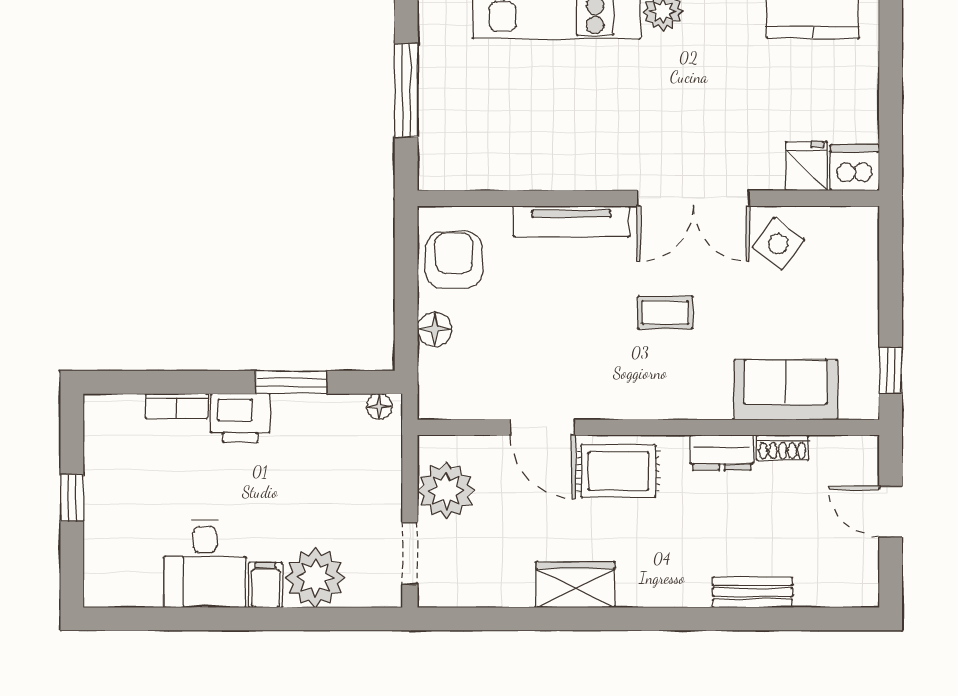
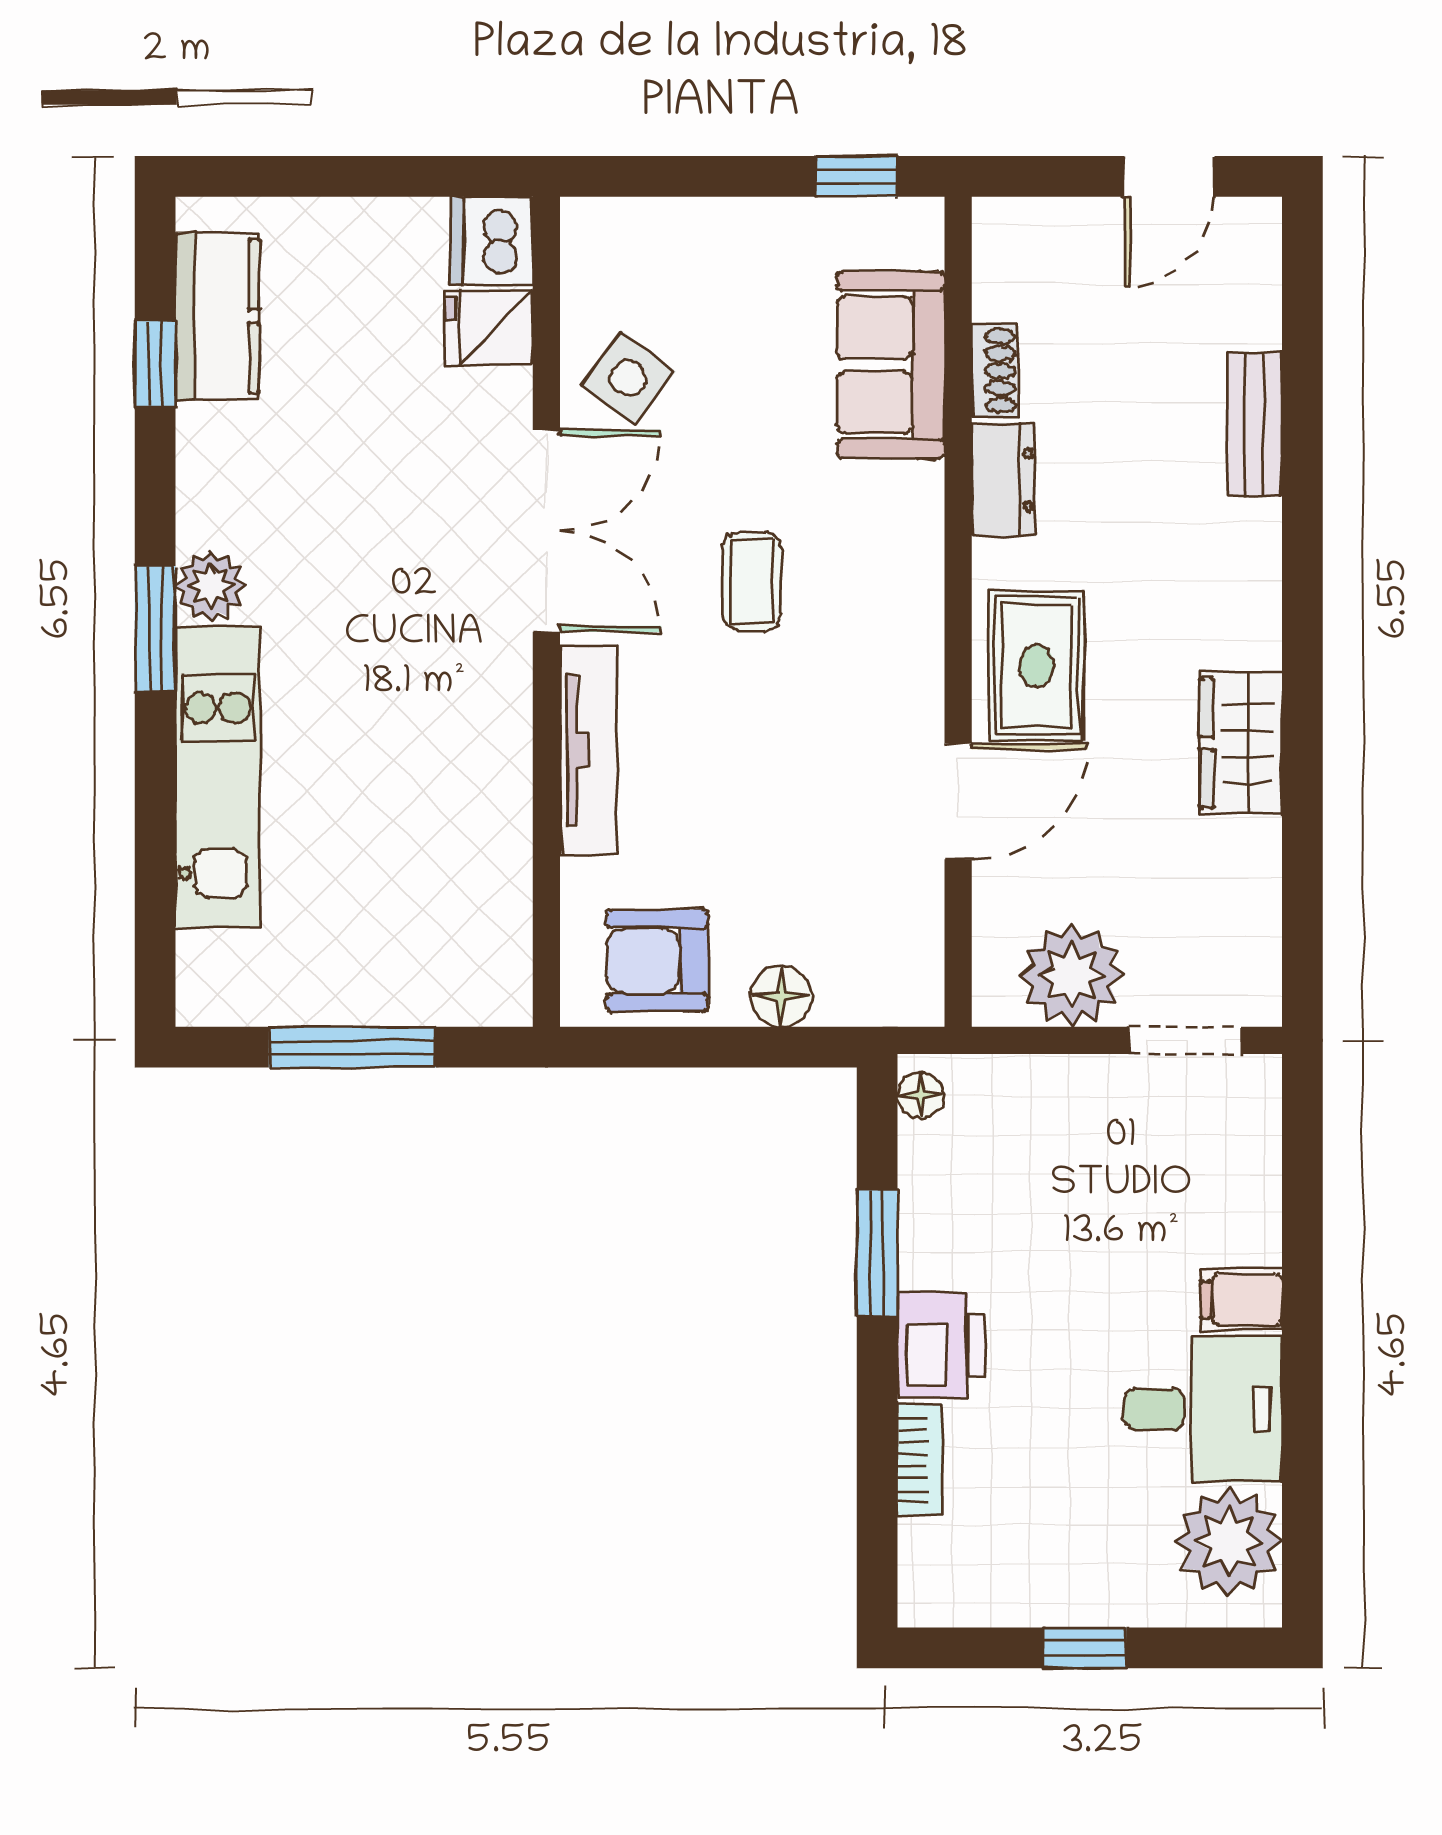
door: (891, 512) -> (1169, 176), moved
plant: (315, 578) -> (1228, 1542), moved

